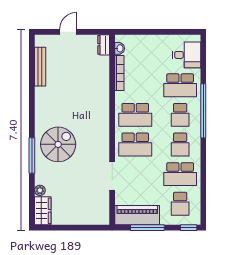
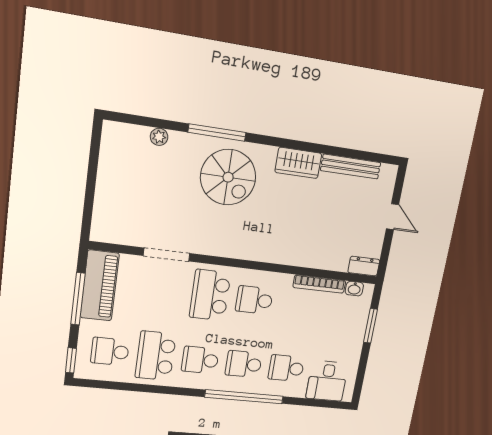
window: (144, 32) -> (371, 326), added
school desk: (180, 85) -> (286, 368), width x0.54
school desk: (135, 115) -> (254, 300), width x0.54
wardrobe: (43, 211) -> (298, 163), moved

